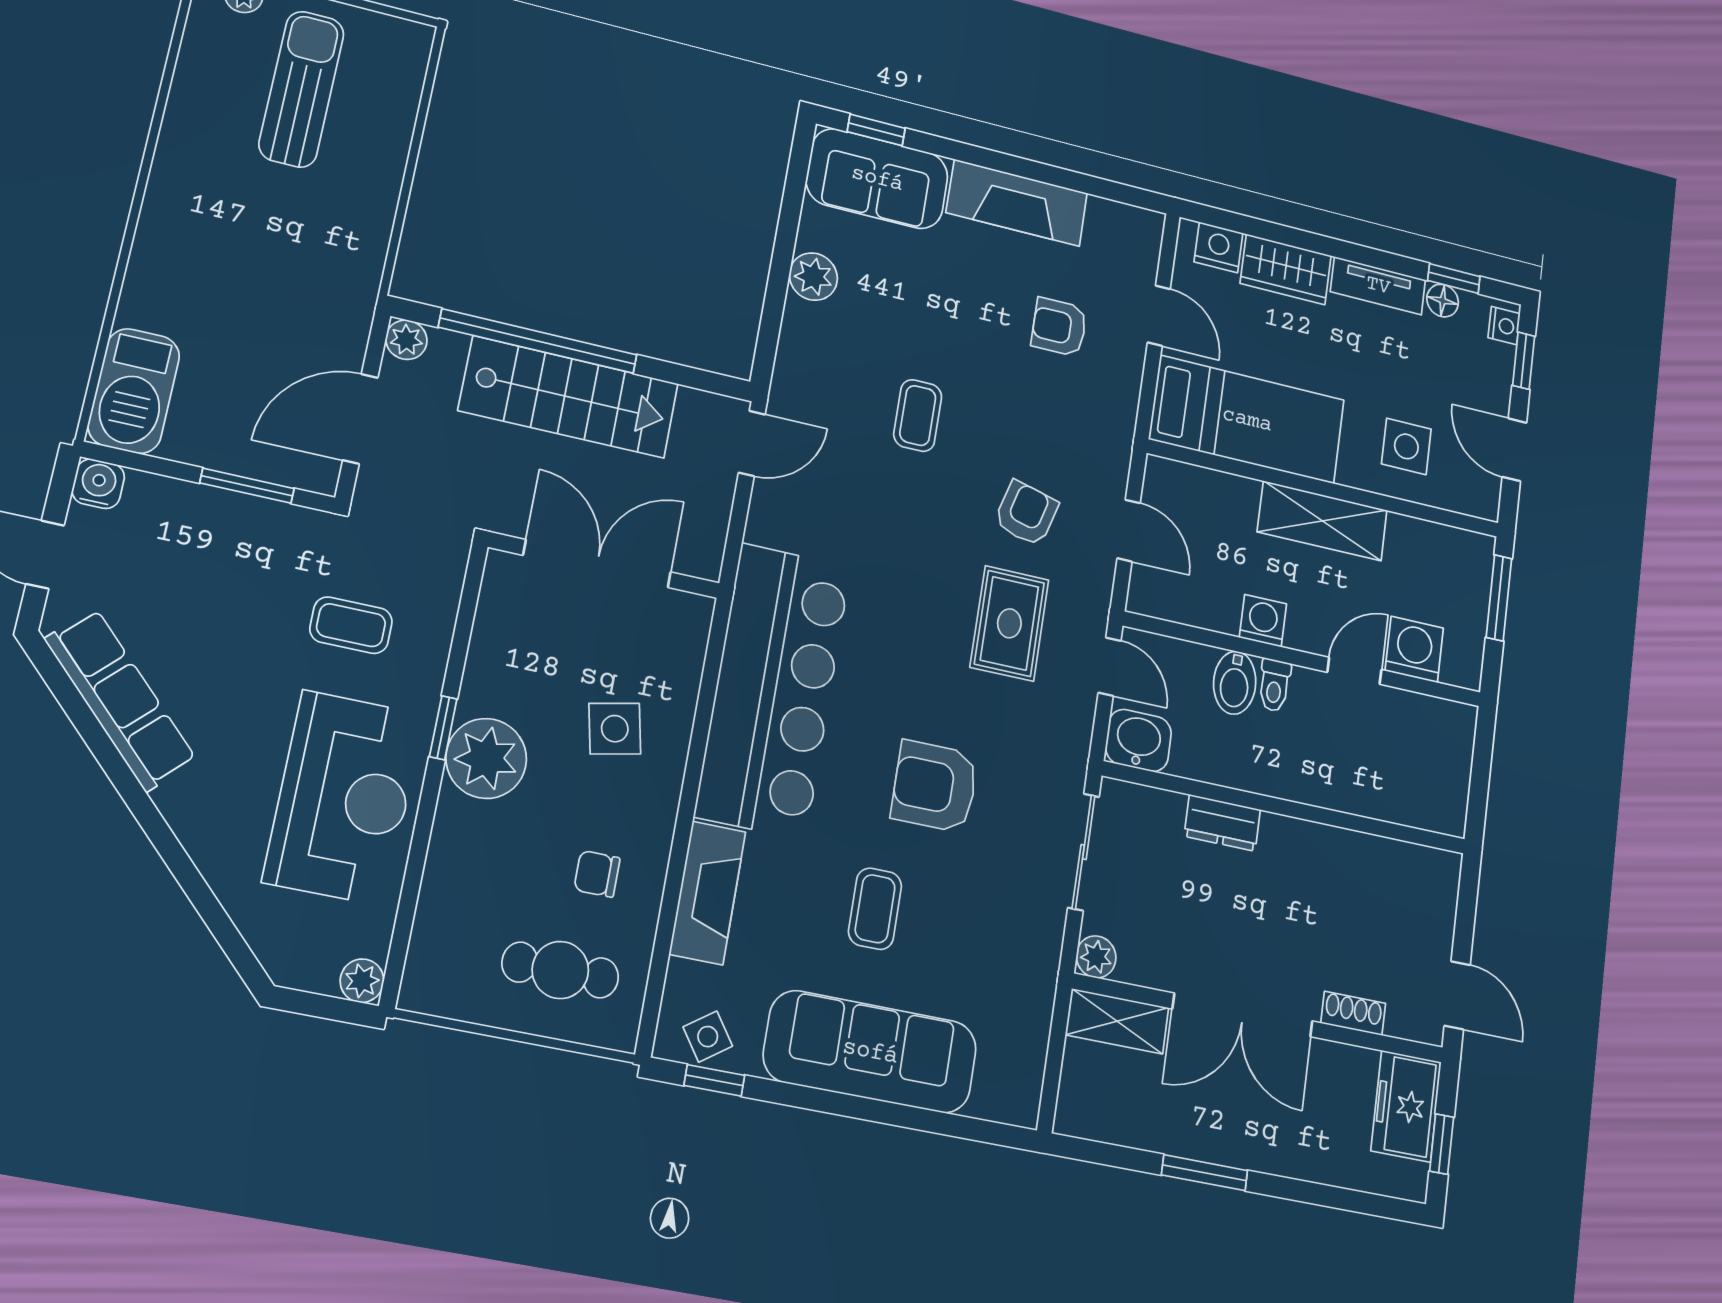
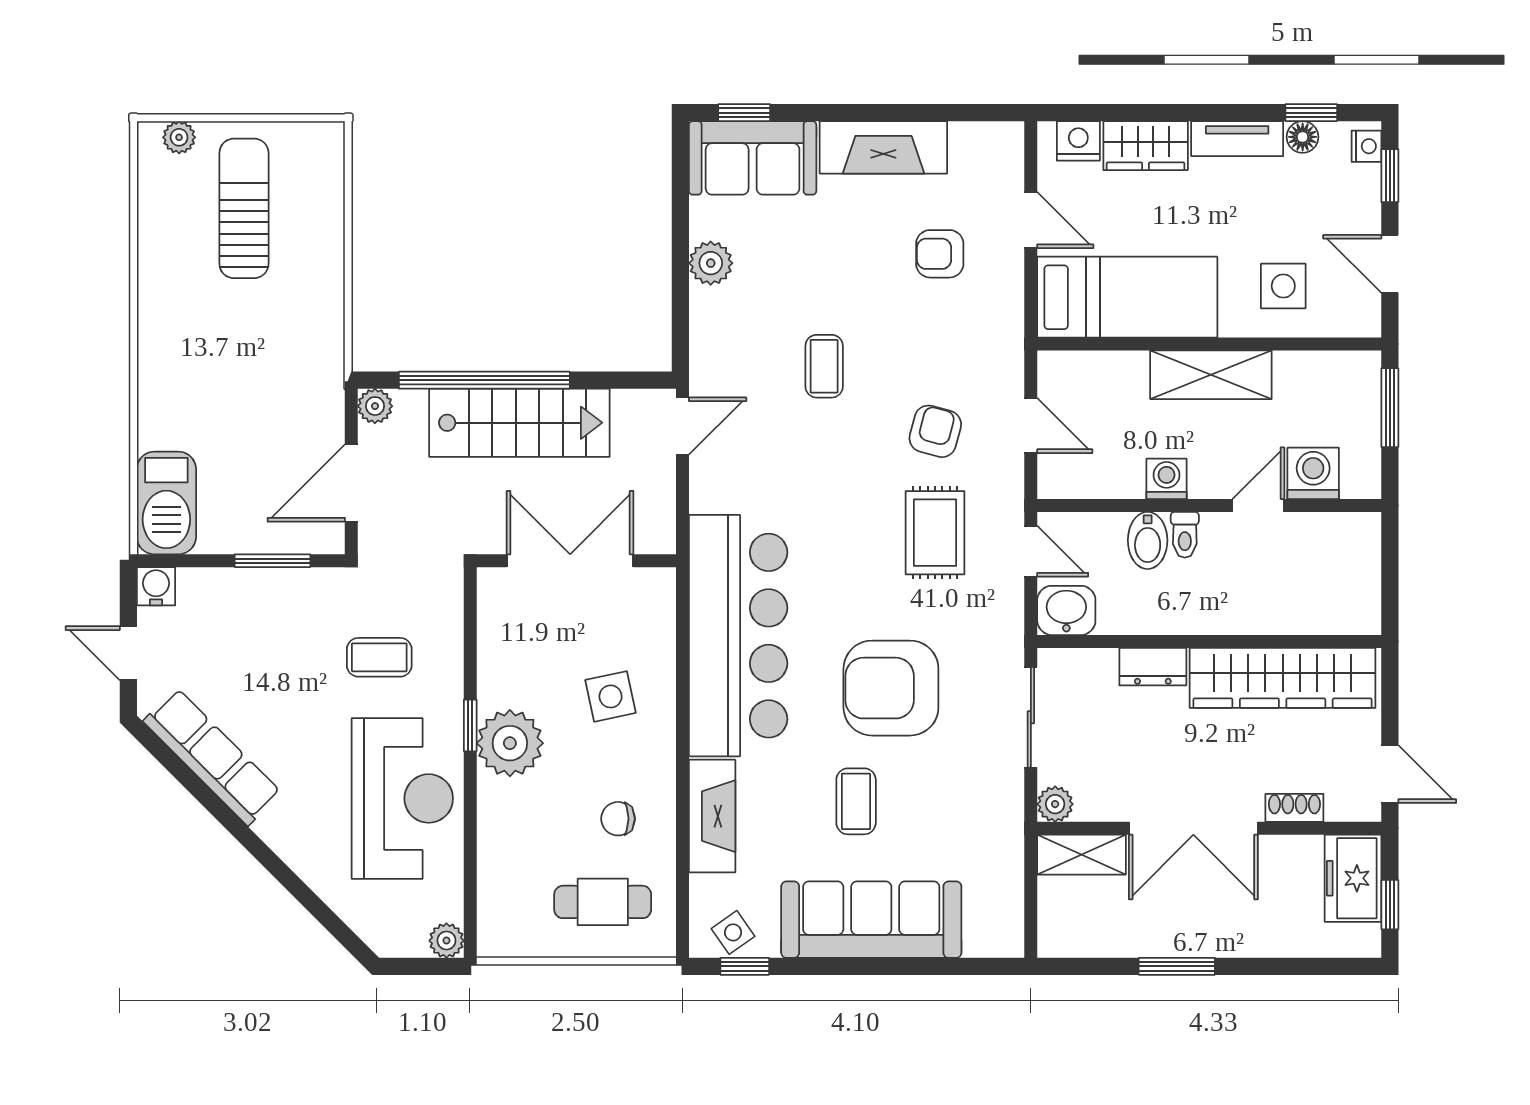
armchair: (935, 786) -> (891, 688), width x1.36, depth x1.36
wardrobe: (1358, 864) -> (1283, 678), added

